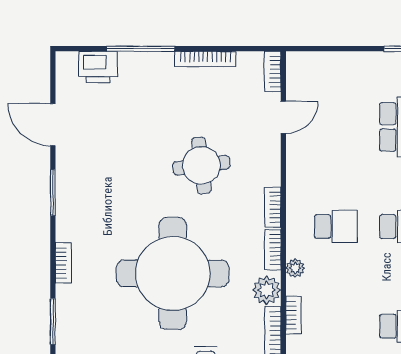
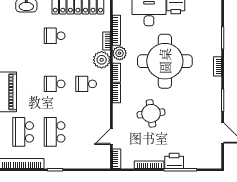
printer: (98, 67) -> (174, 161), moved
plant: (295, 268) -> (102, 60), width x1.88, depth x1.88

